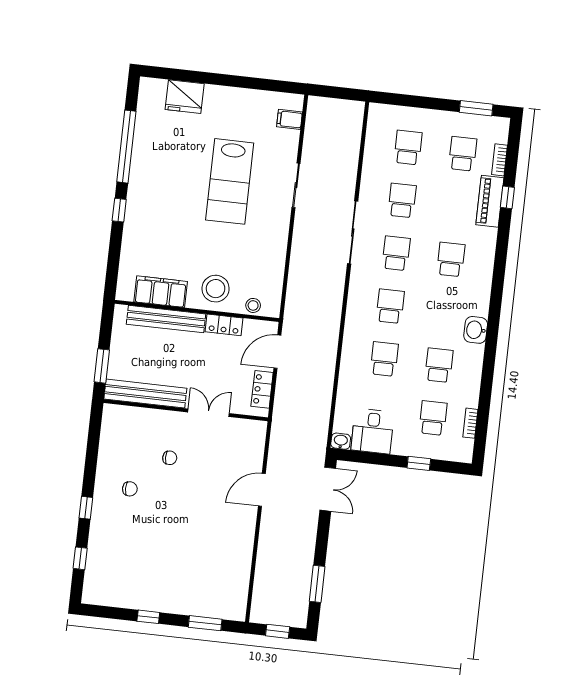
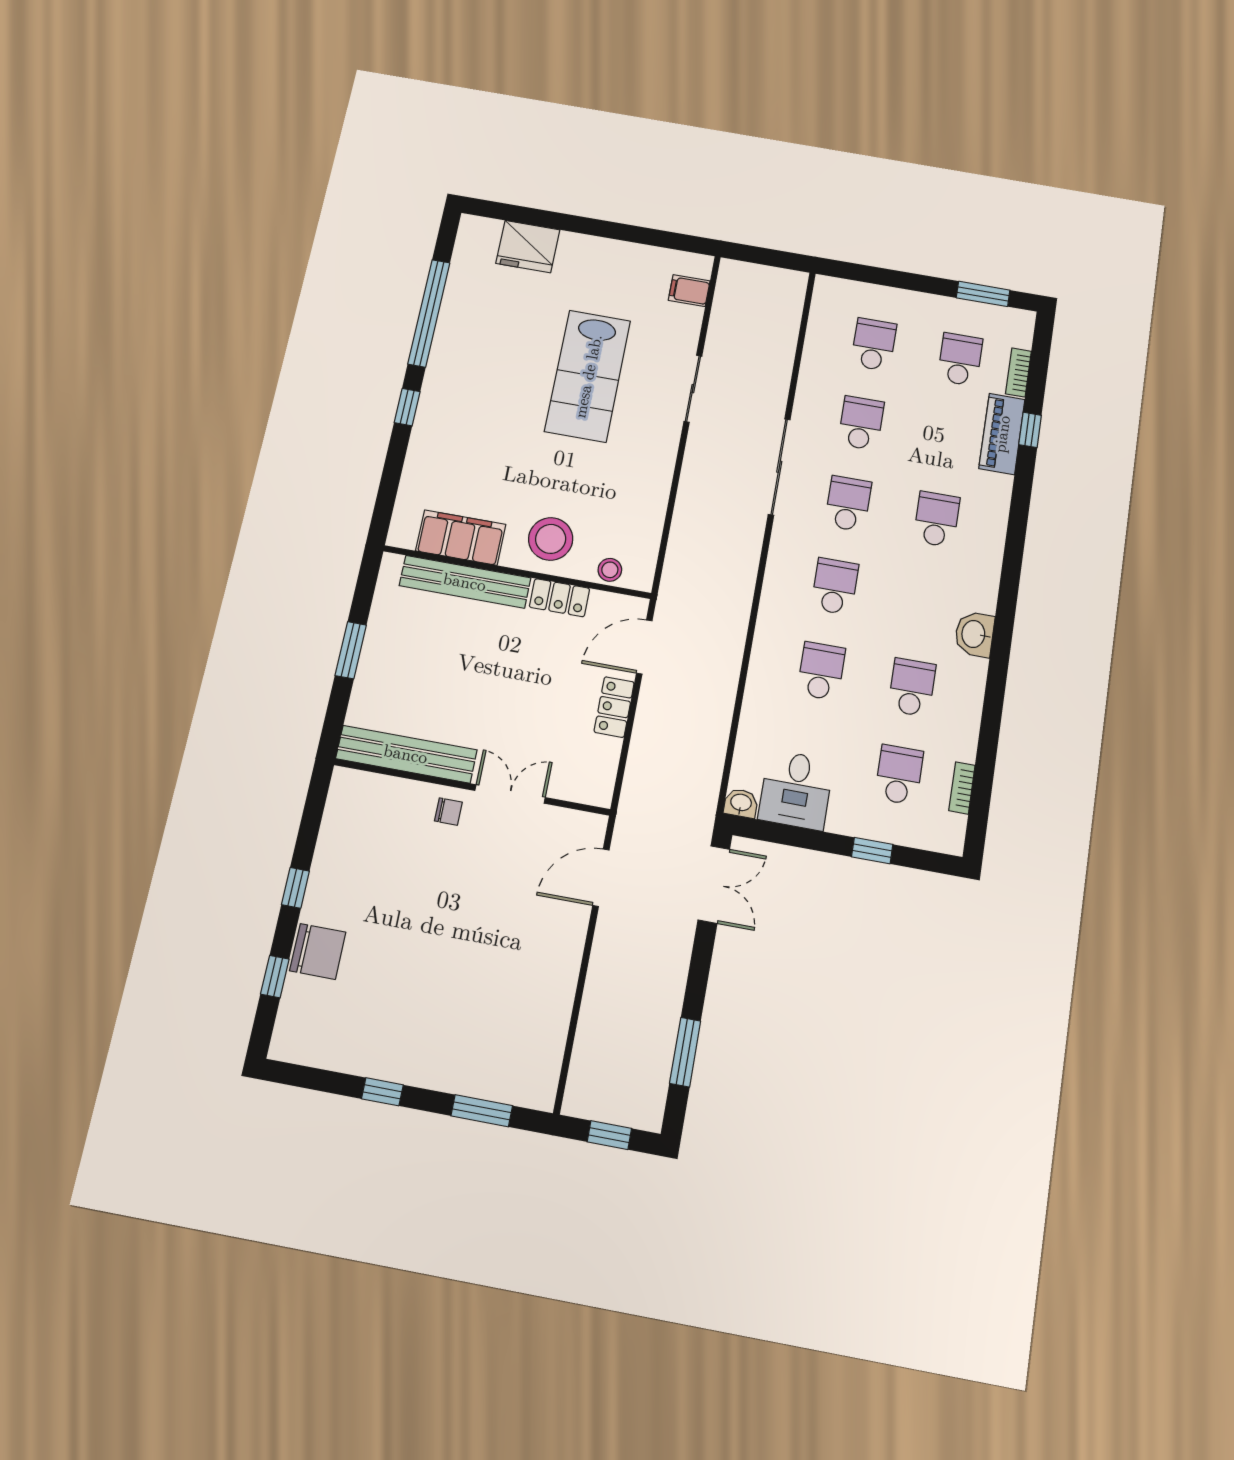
bench: (145, 394) -> (406, 754), moved
wall: (186, 410) -> (472, 787), moved
double door: (208, 413) -> (510, 794), moved
chair: (130, 489) -> (318, 951), moved, width x1.87, depth x1.87

